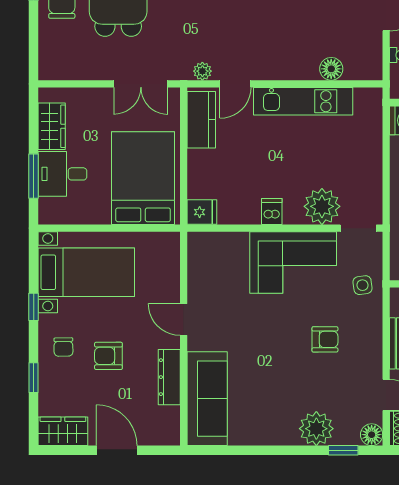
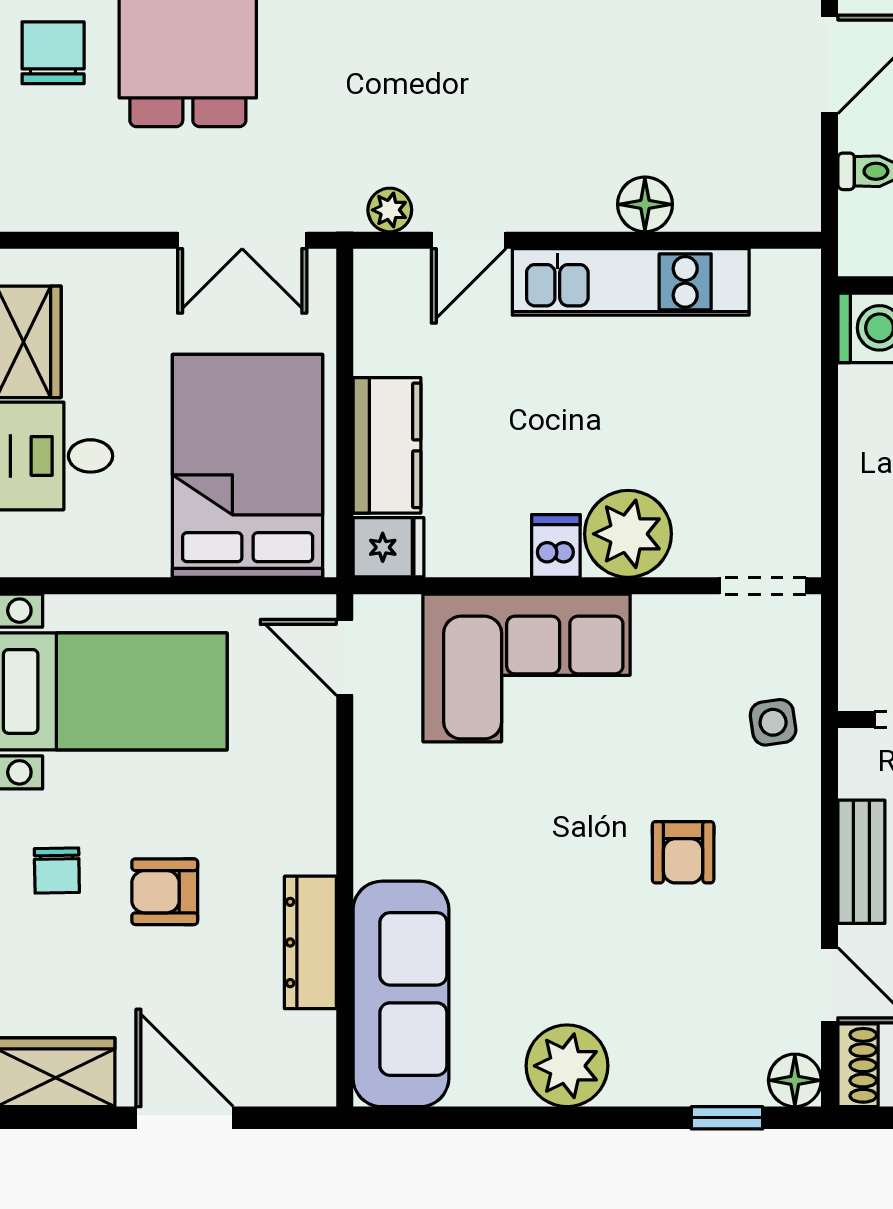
floor lamp: (331, 69) -> (645, 204), moved
kitchen counter: (201, 120) -> (387, 445), moved
plant: (322, 206) -> (628, 534), moved
corner sofa: (293, 262) -> (526, 668), moved
door: (184, 320) -> (345, 657), moved
armchair: (325, 339) -> (683, 852), turned 90
plant: (316, 429) -> (567, 1066), moved

